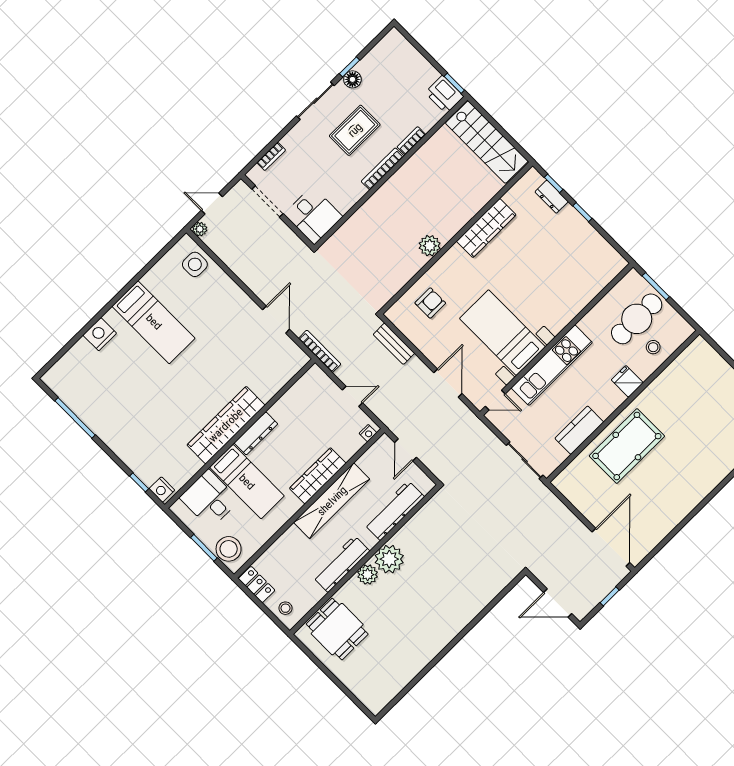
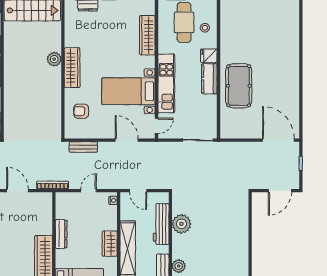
wardrobe: (486, 228) -> (72, 68), moved
plant: (430, 246) -> (54, 59), moved
wardrobe: (583, 293) -> (147, 35), added
armchair: (430, 303) -> (81, 111), turned -90
kitchen counter: (579, 430) -> (209, 79), moved
dresser: (256, 433) -> (61, 234), moved
wardrobe: (318, 476) -> (110, 244), width x0.67
plant: (389, 559) -> (181, 224), moved

